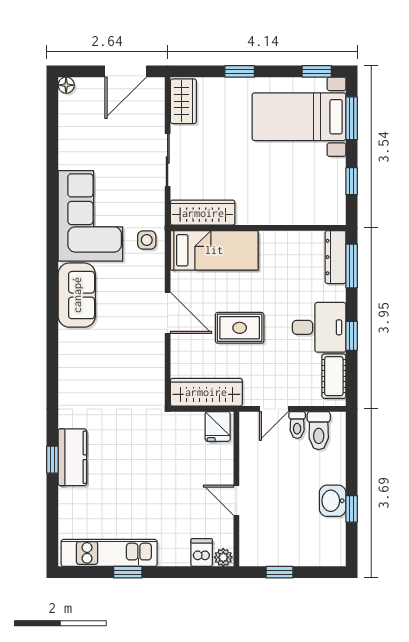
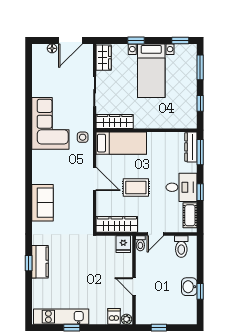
floor lamp: (66, 85) -> (52, 48), moved
bed with nightstands: (299, 117) -> (151, 71), moved, turned -90
sofa: (77, 295) -> (42, 203), moved
toilet: (297, 425) -> (140, 243), moved

